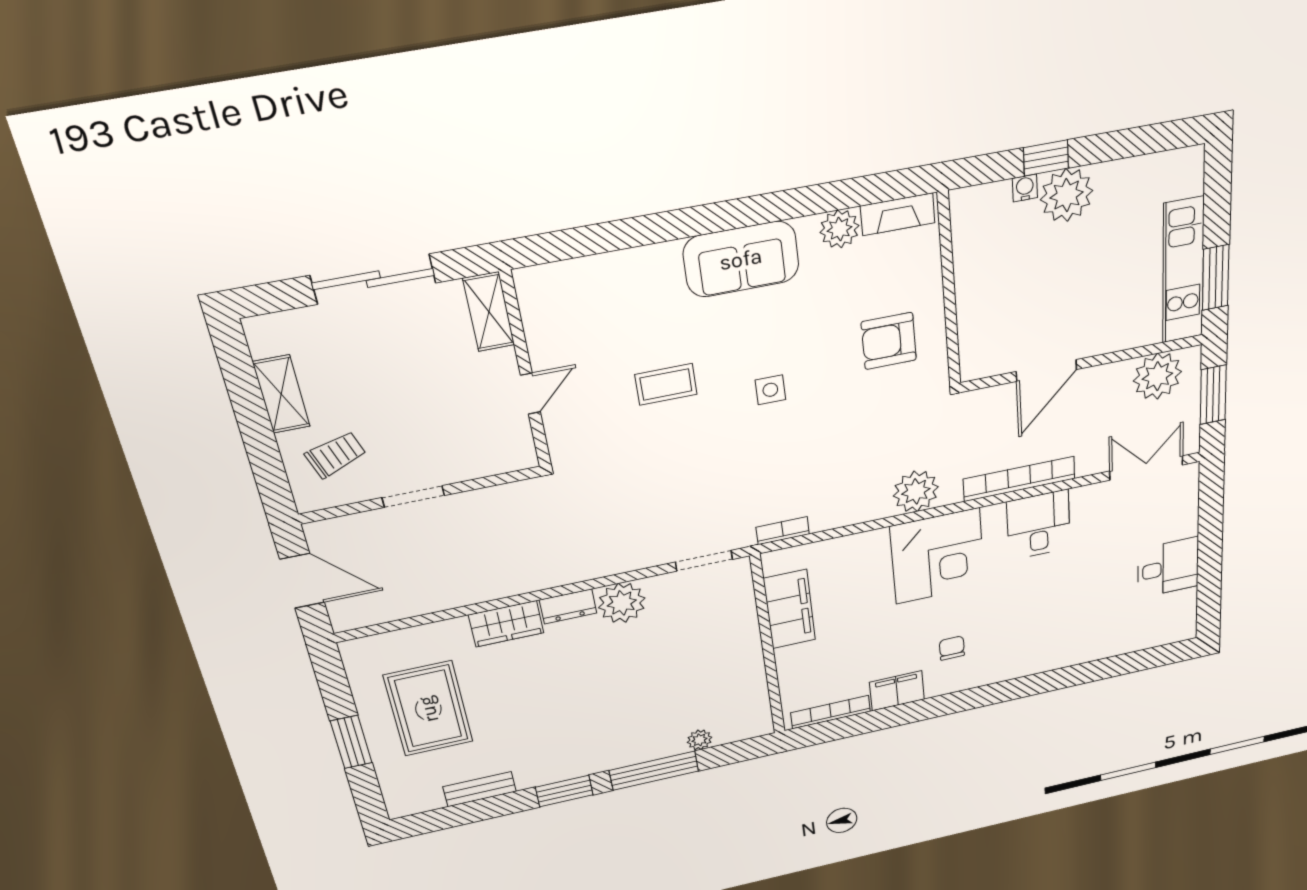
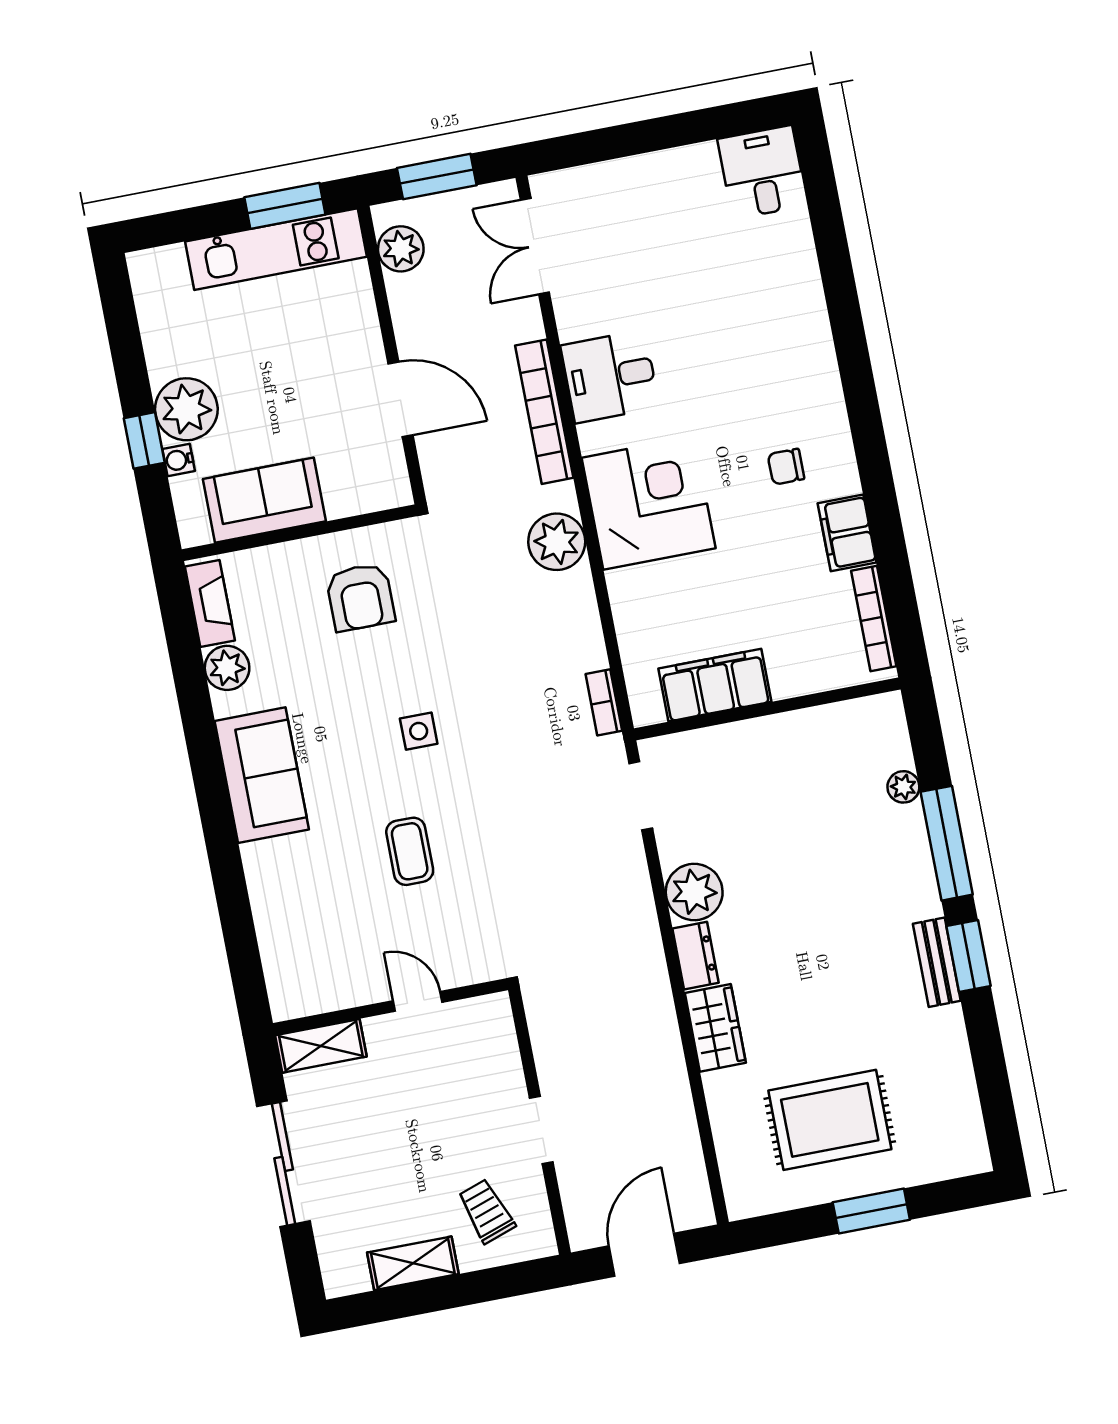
sofa: (980, 261) -> (264, 500), added
plant: (1157, 376) -> (401, 249), width x0.73, depth x0.73
desk: (1168, 568) -> (762, 172), moved
bench: (480, 789) -> (937, 962), moved

